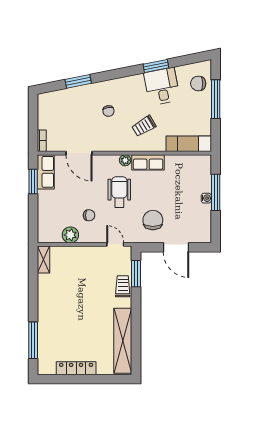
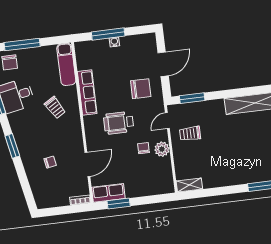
window: (78, 81) -> (12, 146), moved
chair: (108, 111) -> (50, 162), moved
plant: (125, 160) -> (89, 121), removed
row of seats: (148, 162) -> (87, 93), width x1.48
chair: (153, 220) -> (141, 89), turned 180
plant: (70, 235) -> (162, 149), moved
trolley: (123, 286) -> (190, 133), moved

